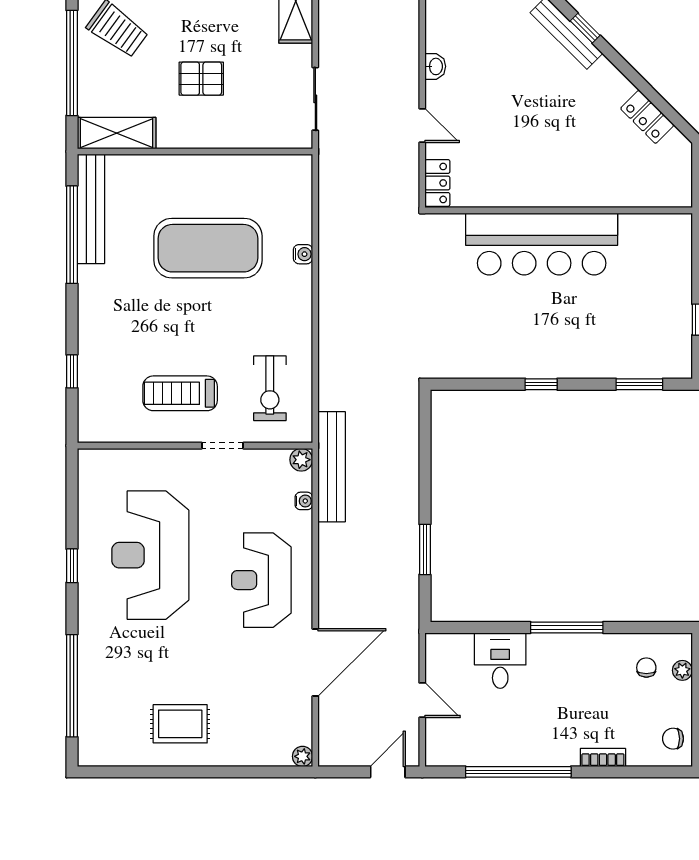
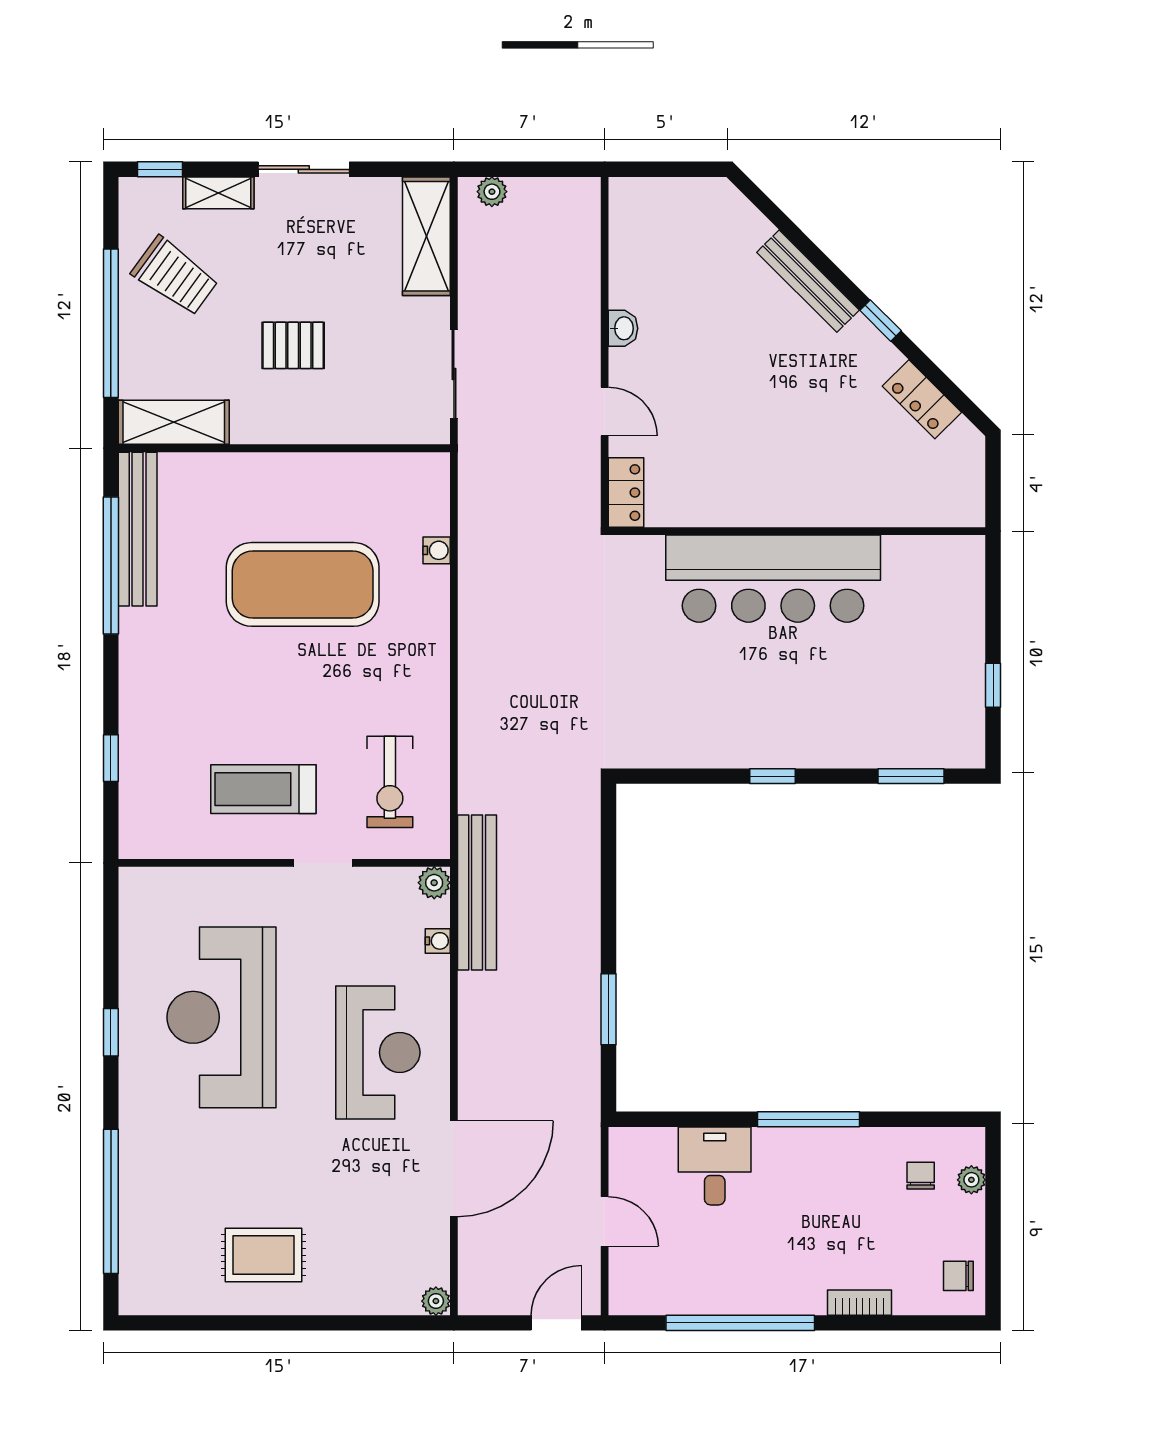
window: (585, 28) -> (881, 321), moved
water cooler: (303, 254) -> (437, 550), moved
reception desk: (261, 580) -> (378, 1052), turned 180

